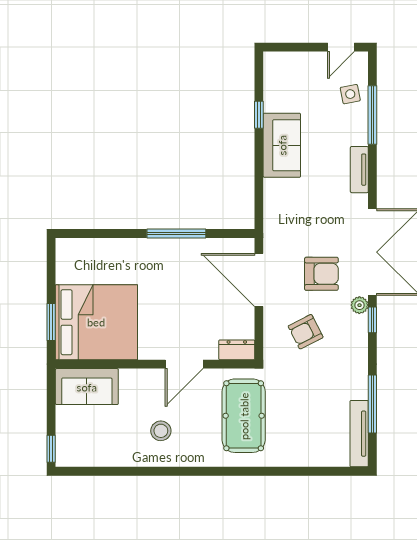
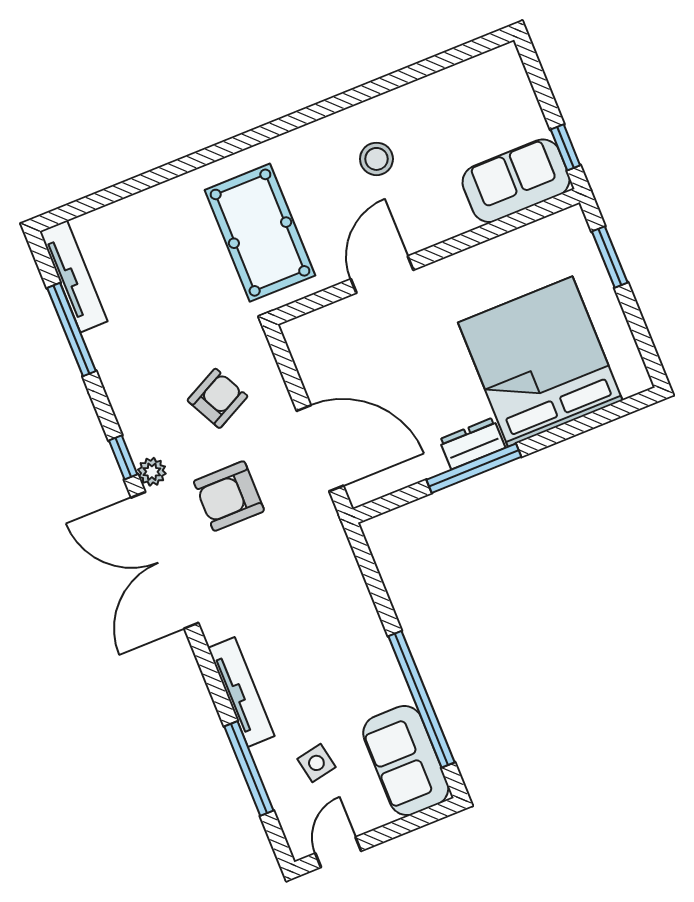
side table: (350, 94) -> (316, 763), moved
window: (259, 115) -> (421, 699), width x3.17
sofa: (282, 145) -> (406, 761), moved
tv unit: (359, 170) -> (241, 692), width x1.41
bed: (96, 322) -> (540, 361), moved, turned 90
dresser: (237, 350) -> (472, 444), moved, turned 180
window: (51, 449) -> (565, 147), moved

